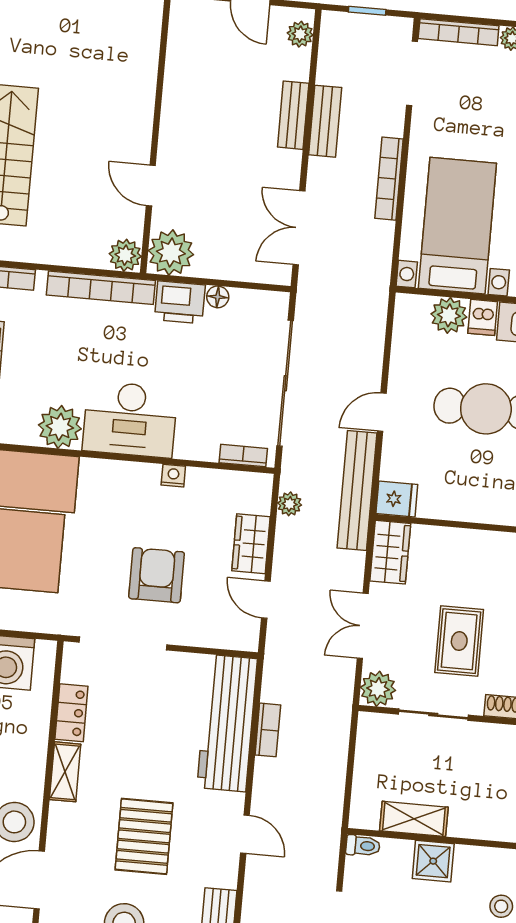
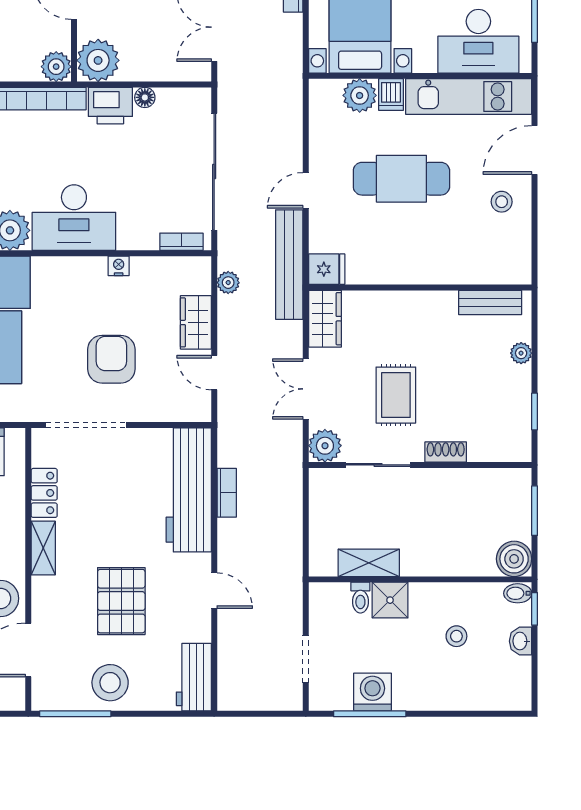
toilet: (363, 846) -> (360, 598), moved, turned 90

